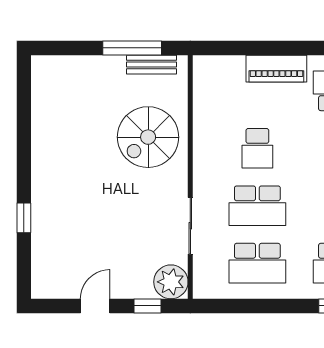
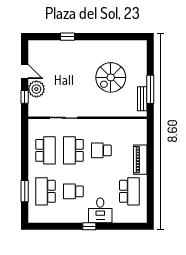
spiral stairs: (148, 137) -> (111, 77), moved, turned -90
school desk: (257, 263) -> (45, 150), turned 180
plant: (171, 282) -> (36, 89), moved

